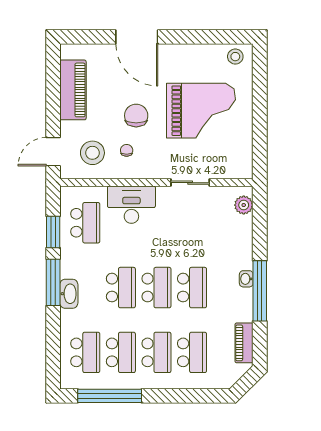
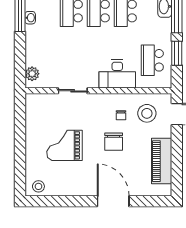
grand piano: (201, 111) -> (64, 145), width x0.73, depth x0.68

